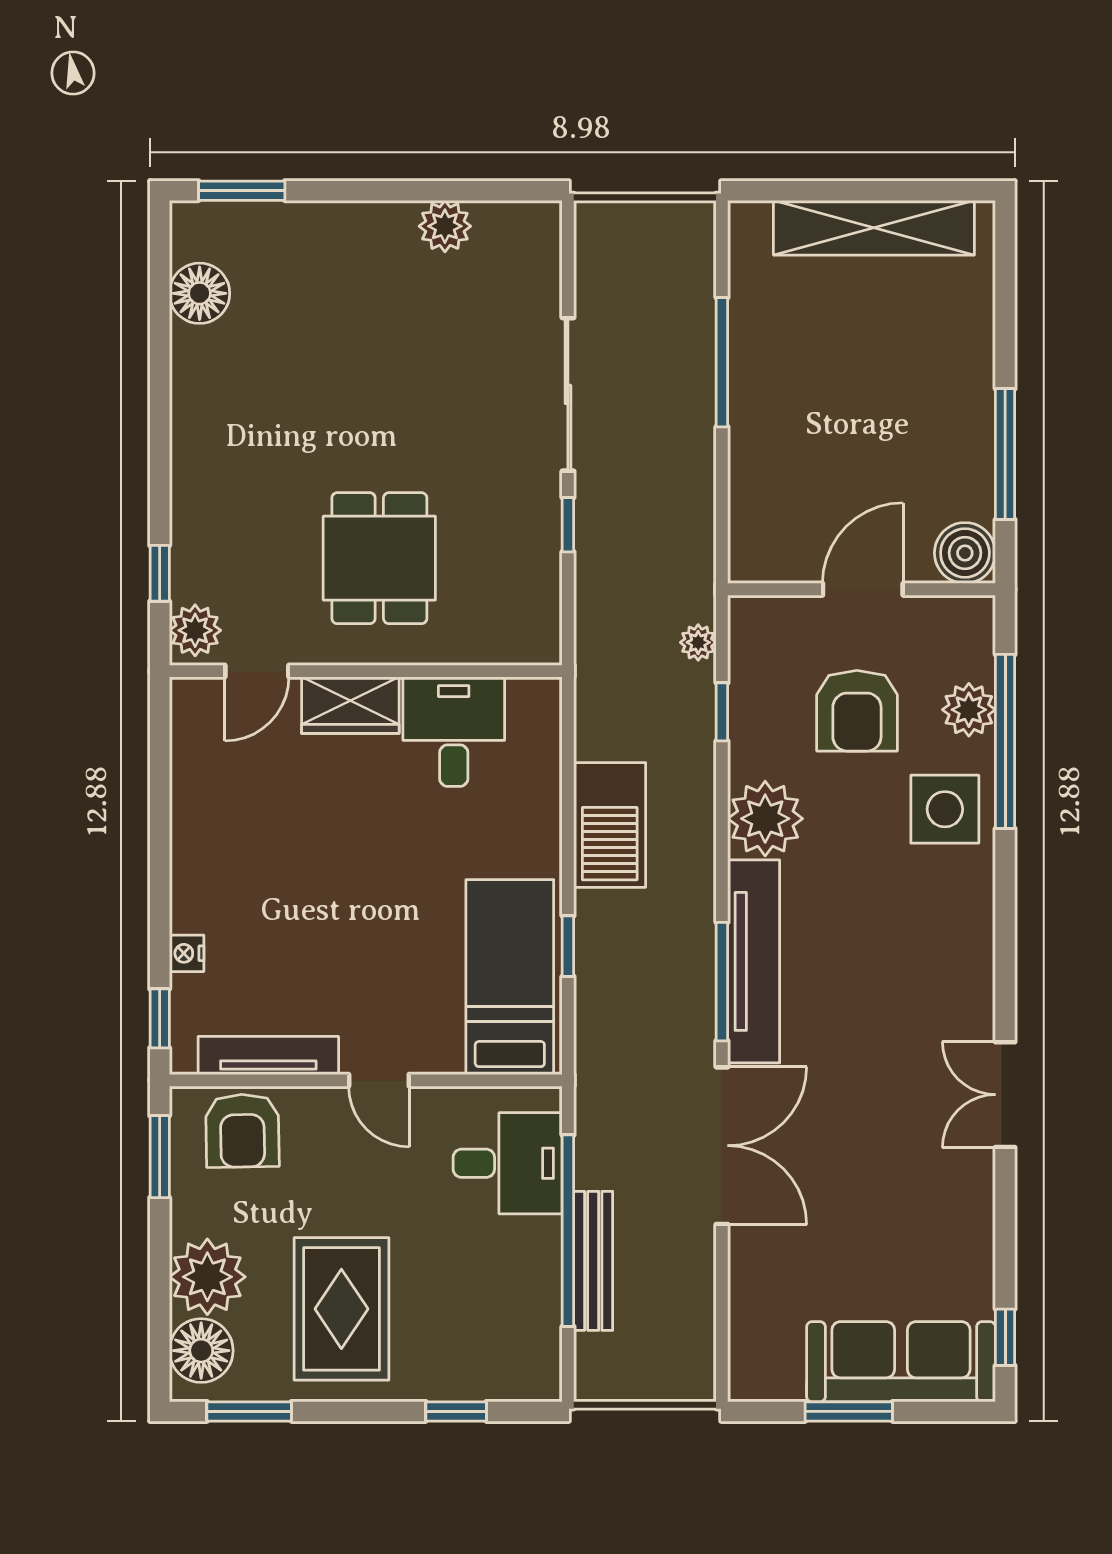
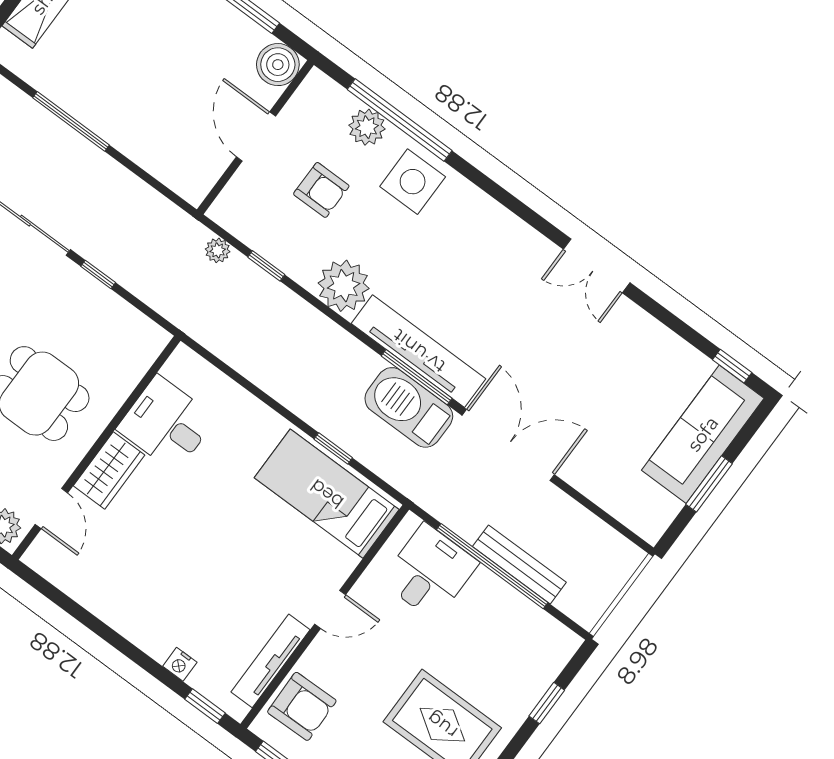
armchair: (857, 711) -> (321, 190), width x0.72, depth x0.72
barbecue: (610, 825) -> (409, 407), moved, turned 180

